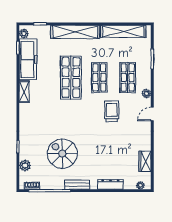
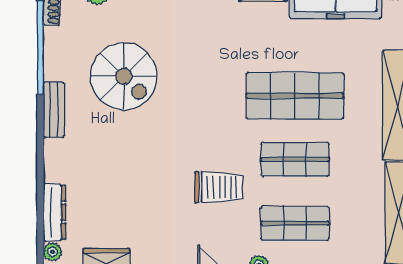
spiral stairs: (62, 154) -> (124, 76), turned 90
dresser: (111, 184) -> (54, 212), moved

